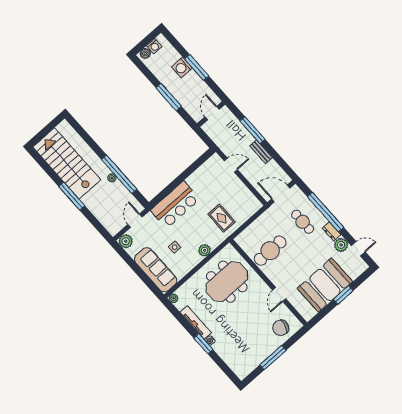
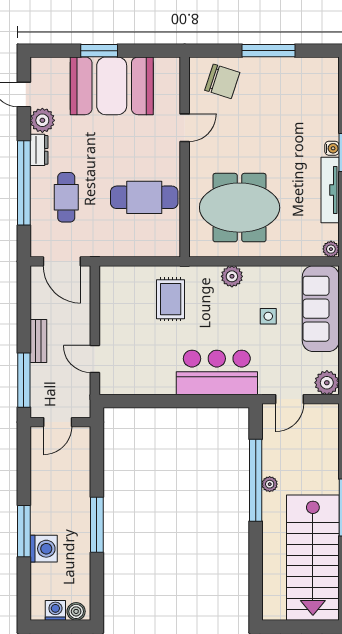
door: (212, 113) -> (58, 422), moved
wall: (211, 114) -> (60, 422), moved

